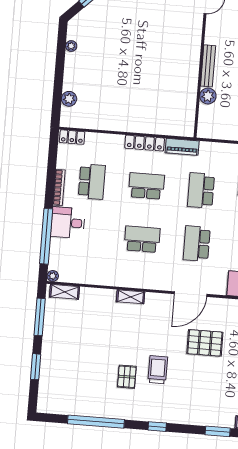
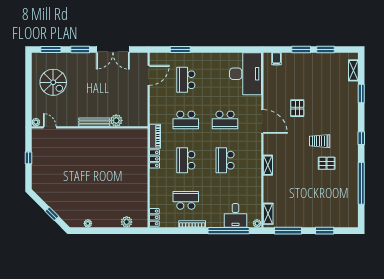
locker: (145, 143) -> (155, 159), width x0.66
desk: (68, 223) -> (235, 215), moved
pallet: (205, 343) -> (297, 108), width x0.67, depth x0.71

